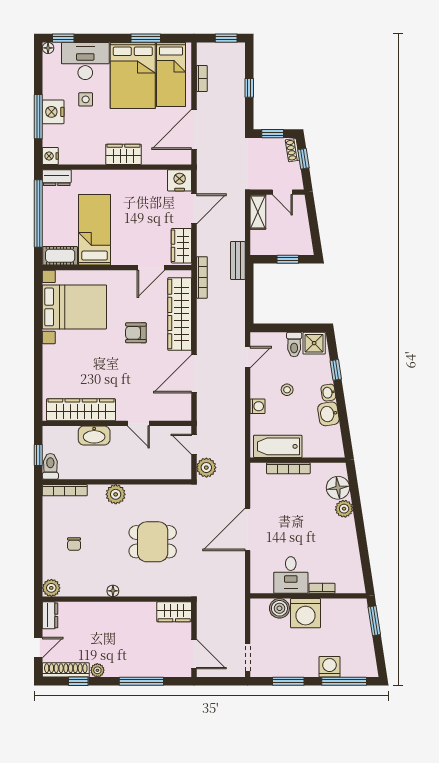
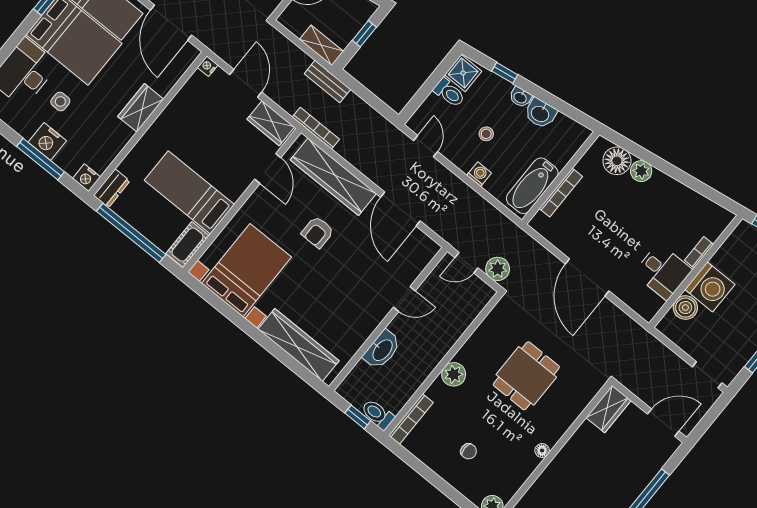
nightstand: (180, 180) -> (208, 66), width x0.53, depth x0.56
shelving: (258, 212) -> (321, 45), moved
wardrobe: (81, 410) -> (298, 345), moved, turned 90

